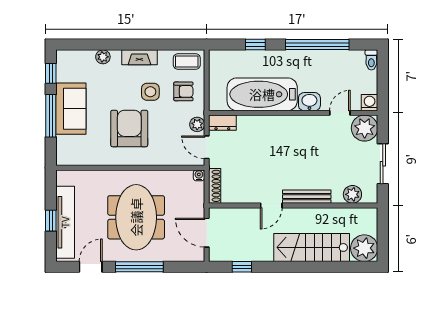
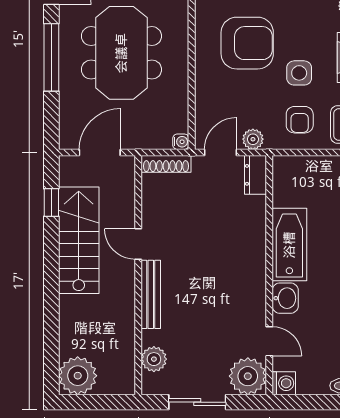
bathtub: (262, 94) -> (289, 245), width x0.73, depth x0.73
meeting table: (136, 217) -> (121, 53), turned 90
stairs: (312, 247) -> (79, 240), moved

